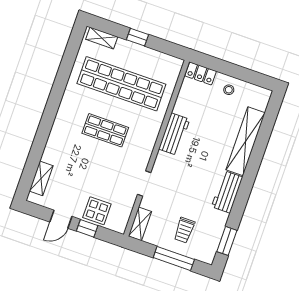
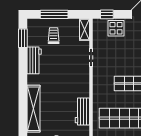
workbench: (174, 134) -> (82, 111), moved
workbench: (227, 192) -> (34, 60), moved
window: (87, 228) -> (107, 14), moved

